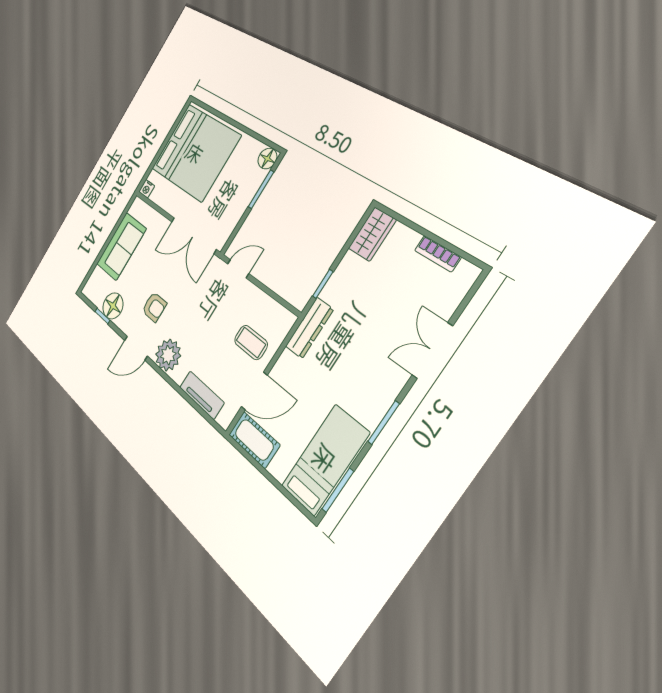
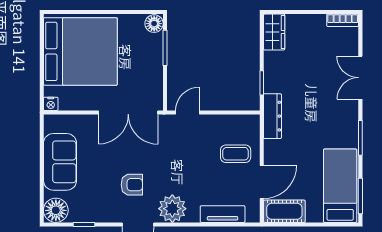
bookcase: (438, 254) -> (343, 20), moved
floor lamp: (113, 306) -> (56, 210), moved

